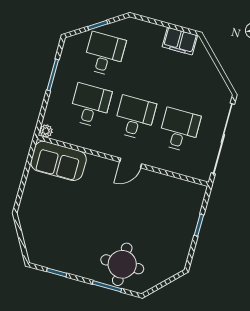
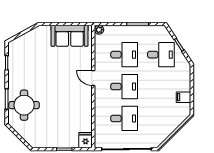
filing cabinet: (180, 41) -> (184, 97), width x0.50
sofa: (58, 161) -> (70, 36), moved, turned -90
door: (131, 163) -> (93, 78), moved
fridge: (195, 192) -> (85, 140), added

